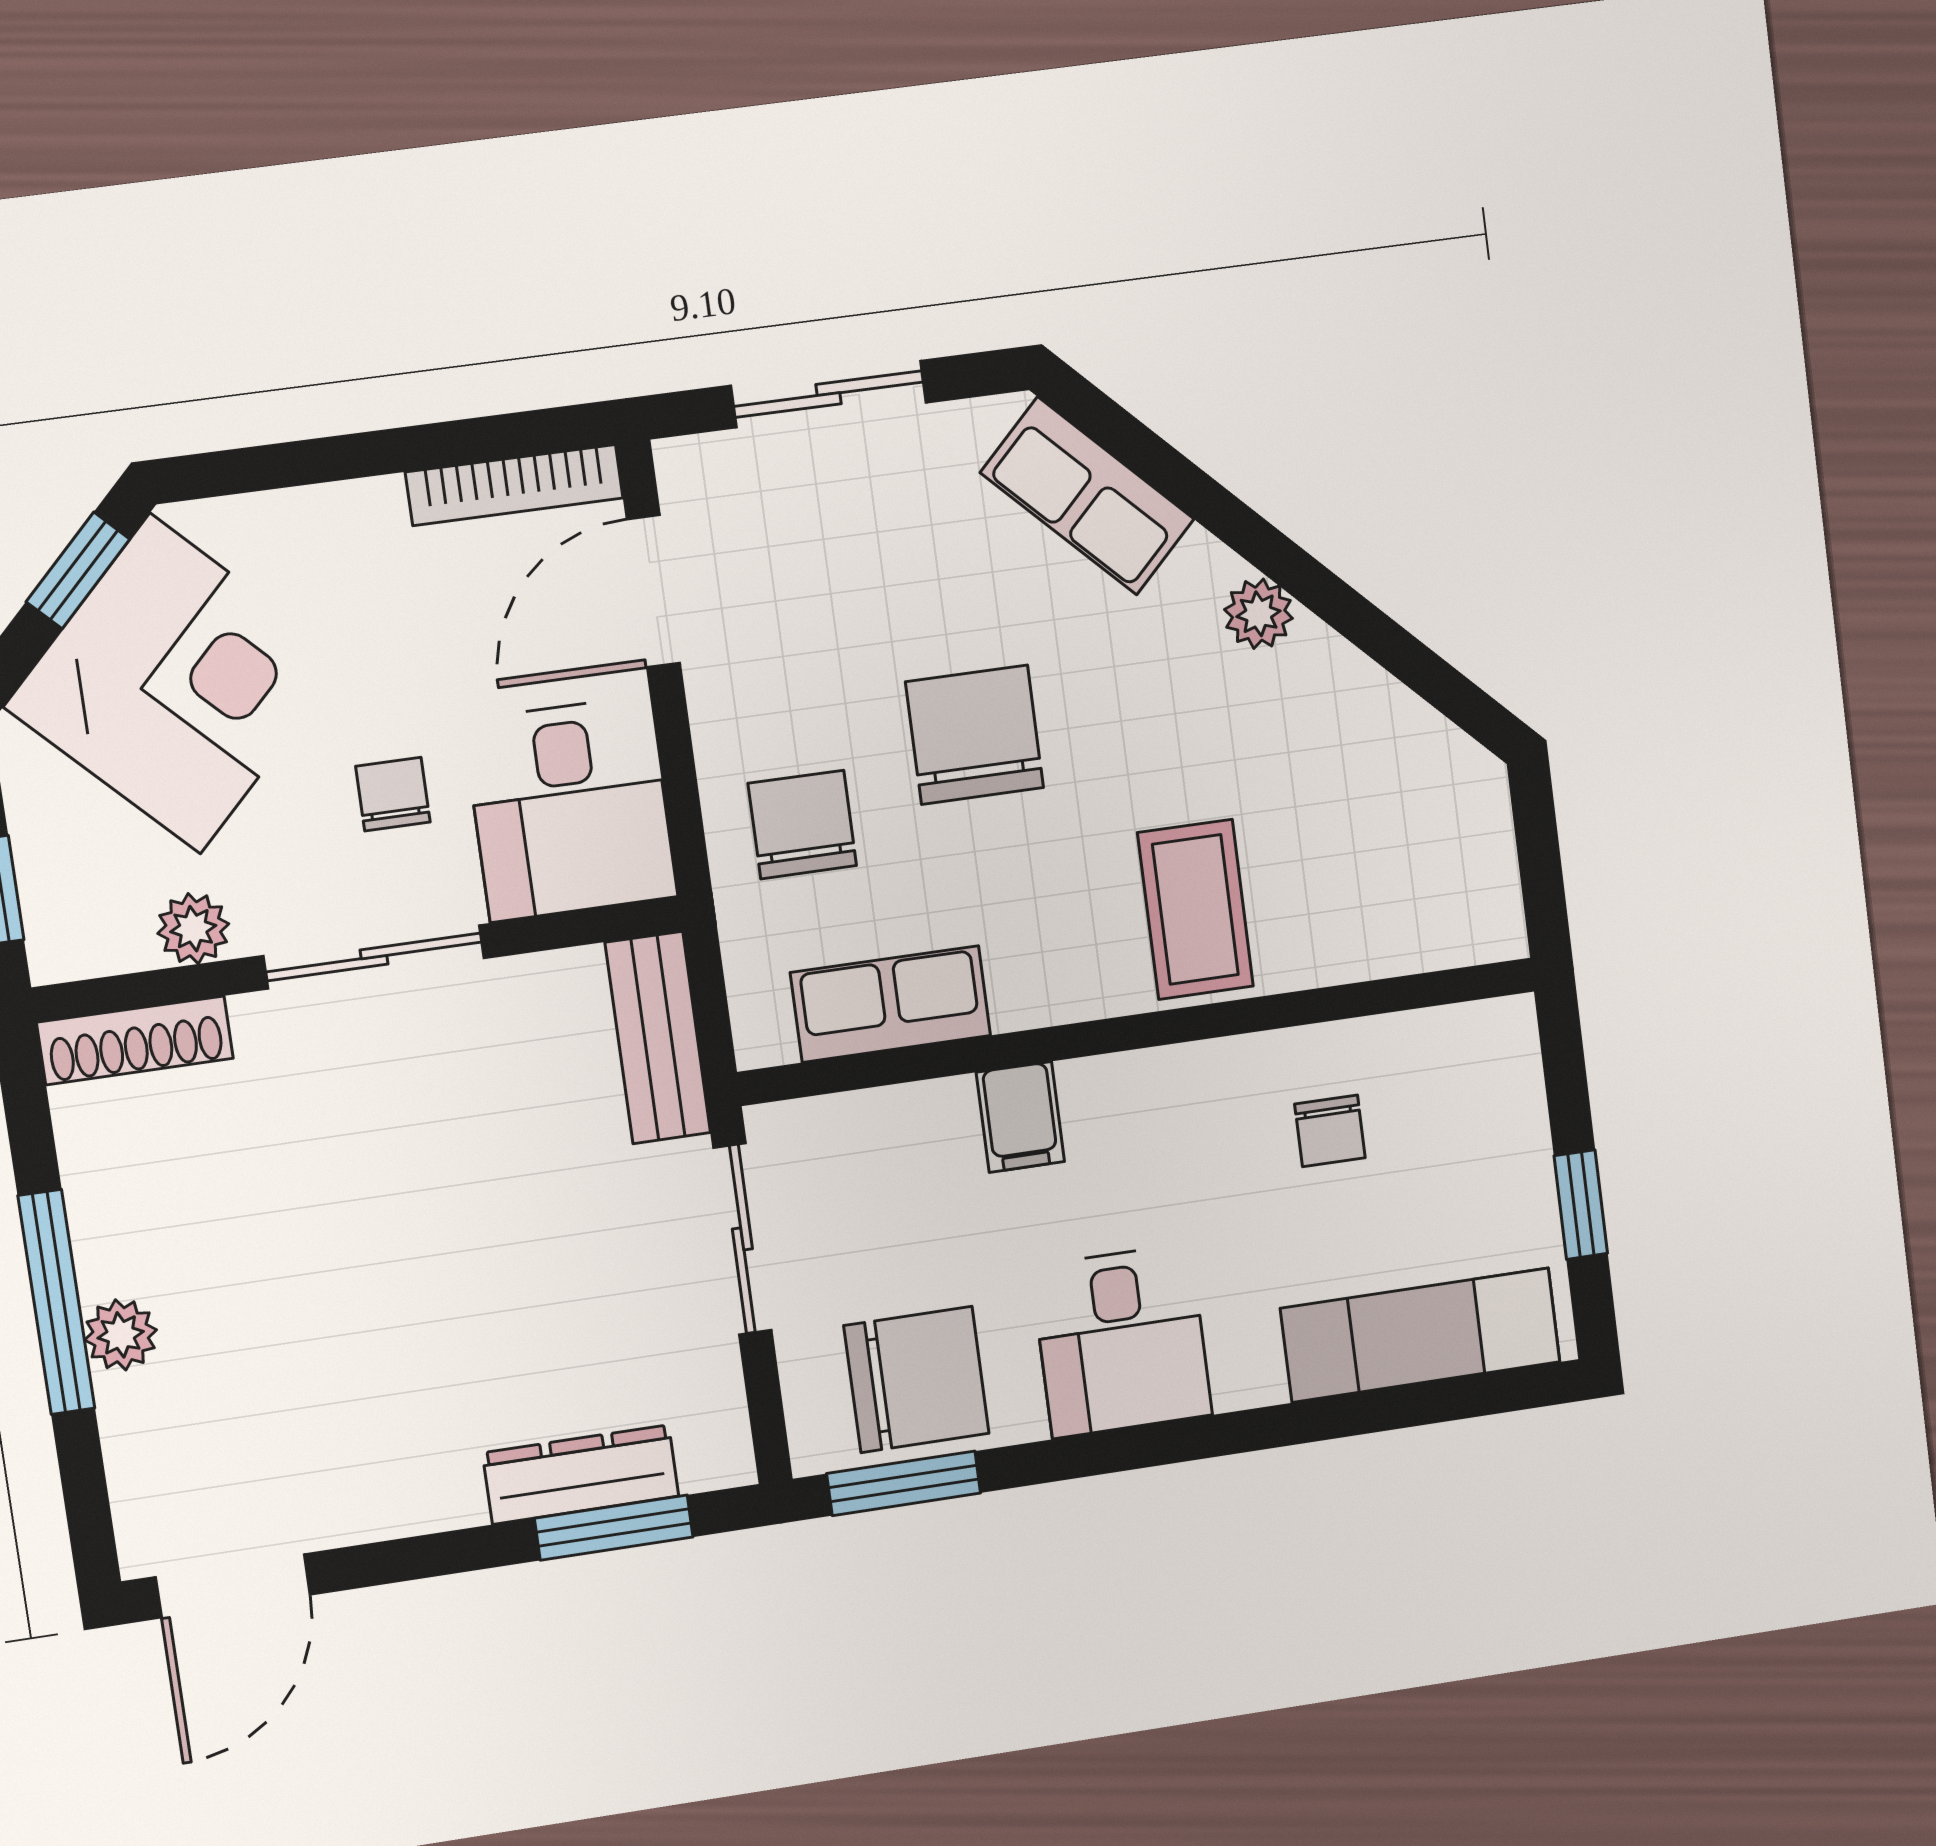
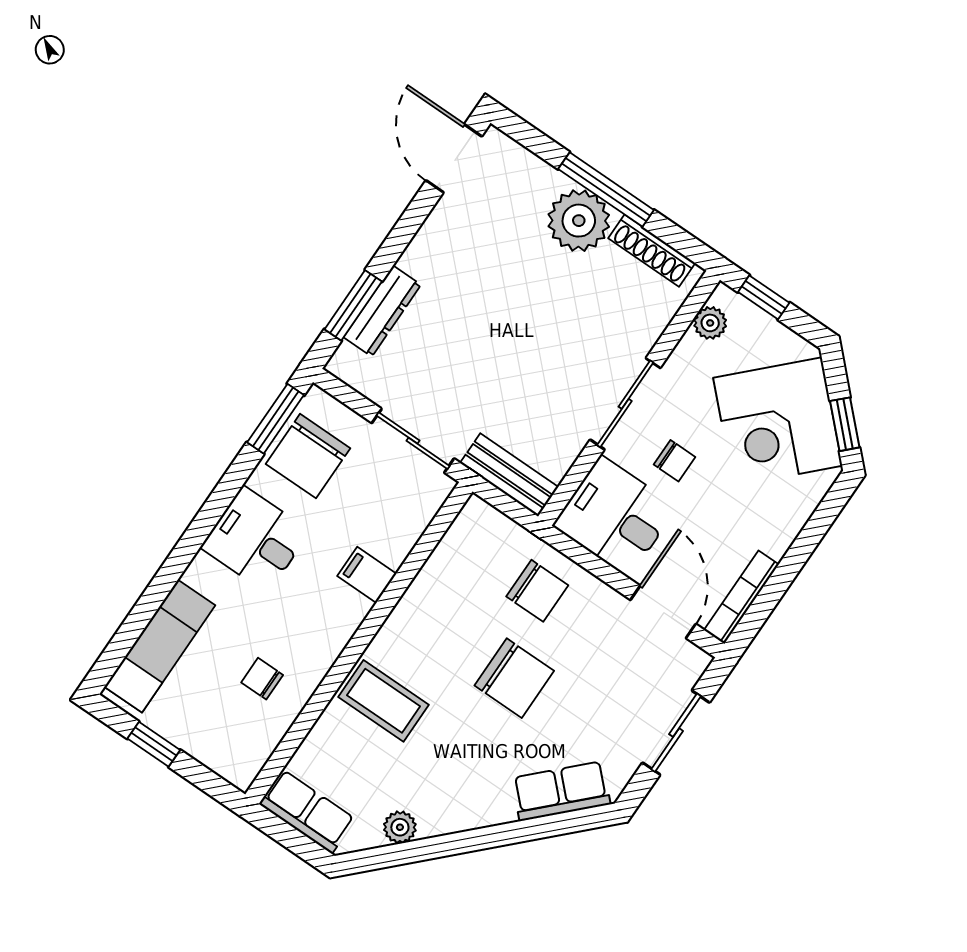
plant: (1259, 614) -> (400, 827), moved
plant: (193, 929) -> (710, 323), moved
row of seats: (890, 1004) -> (307, 811), moved, turned -90
shoe rack: (135, 1040) -> (652, 251), moved, turned -90
plant: (121, 1335) -> (579, 221), width x1.88, depth x1.88

